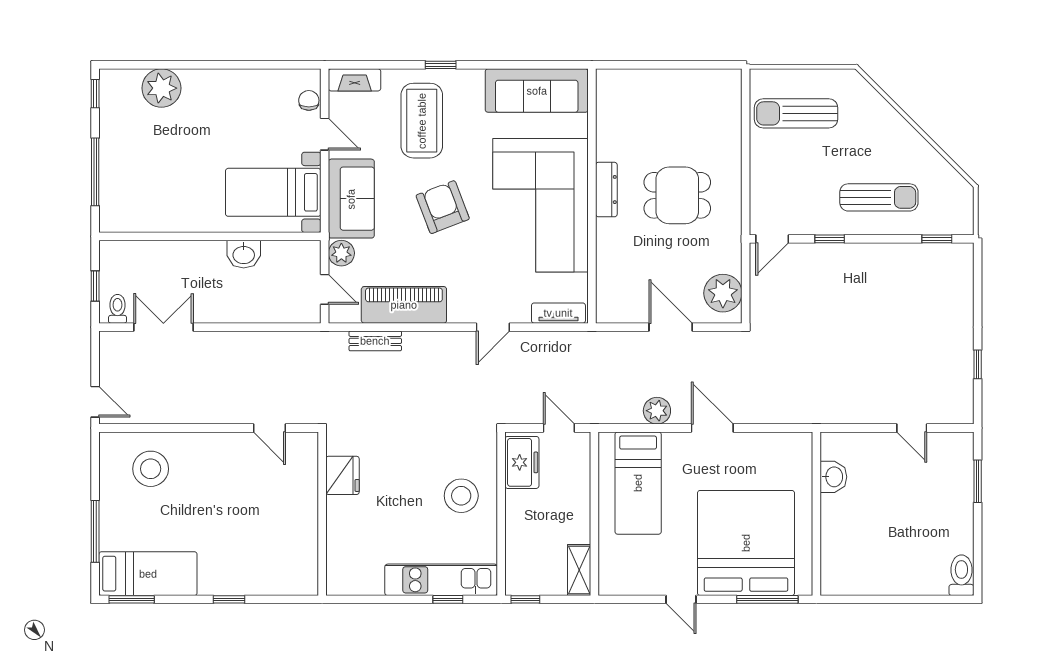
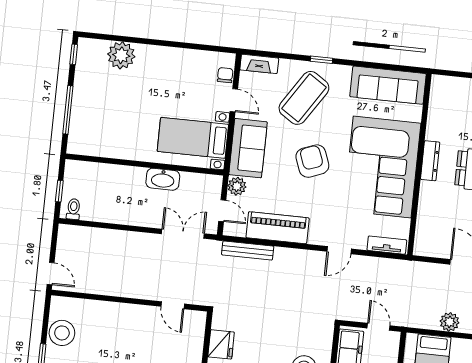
coffee table: (422, 121) -> (304, 98), turned 33
washbasin: (244, 254) -> (163, 179), width x1.38
double door: (163, 327) -> (183, 234), moved
bench: (375, 341) -> (248, 250), width x1.36
stool: (151, 469) -> (62, 333), moved

